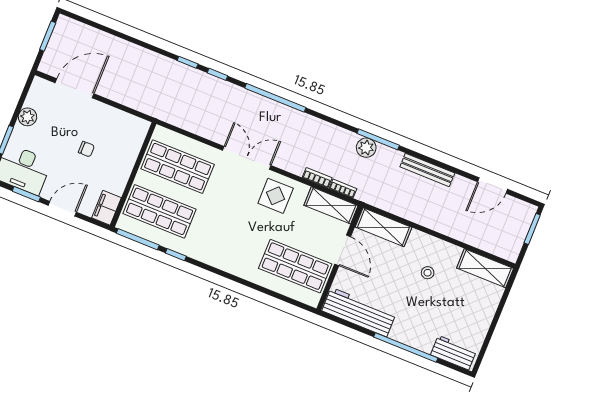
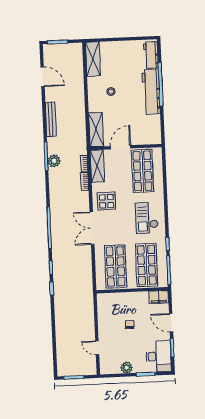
door: (74, 88) -> (97, 348), width x0.53
checkout: (226, 242) -> (147, 218), added
workbench: (359, 312) -> (151, 92), moved

